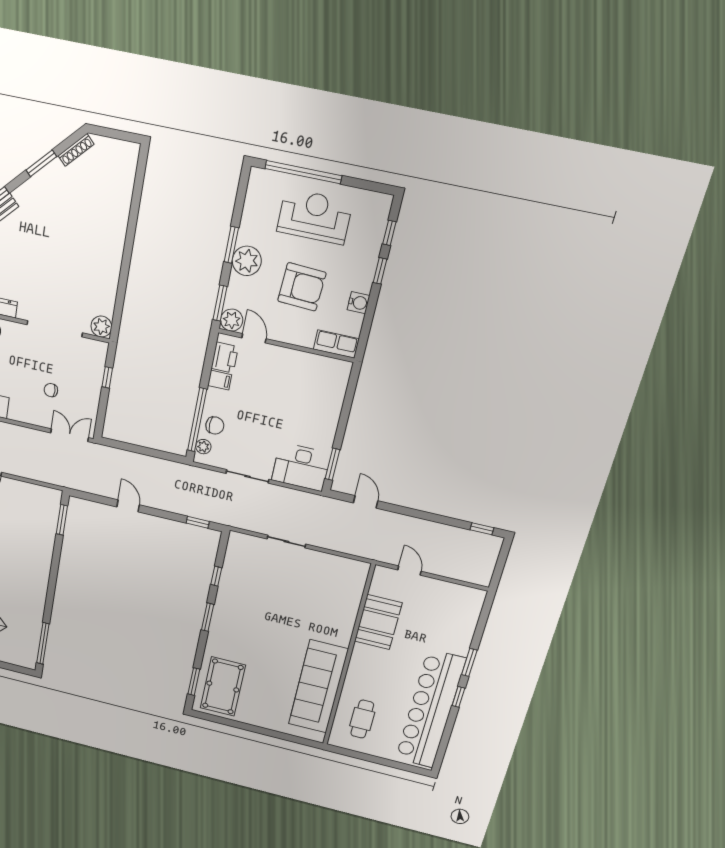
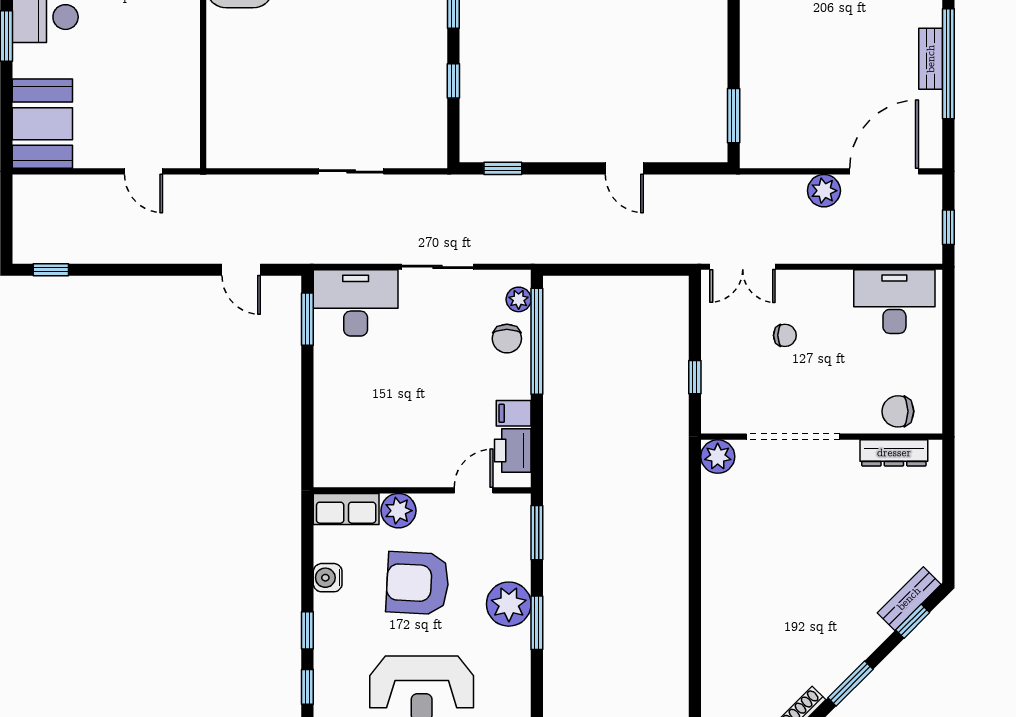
plant: (232, 320) -> (398, 511), moved
door: (254, 338) -> (474, 490), swing flipped
chair: (215, 425) -> (507, 339), turned -90
plant: (17, 467) -> (824, 191), added
booth: (378, 622) -> (42, 124), moved

